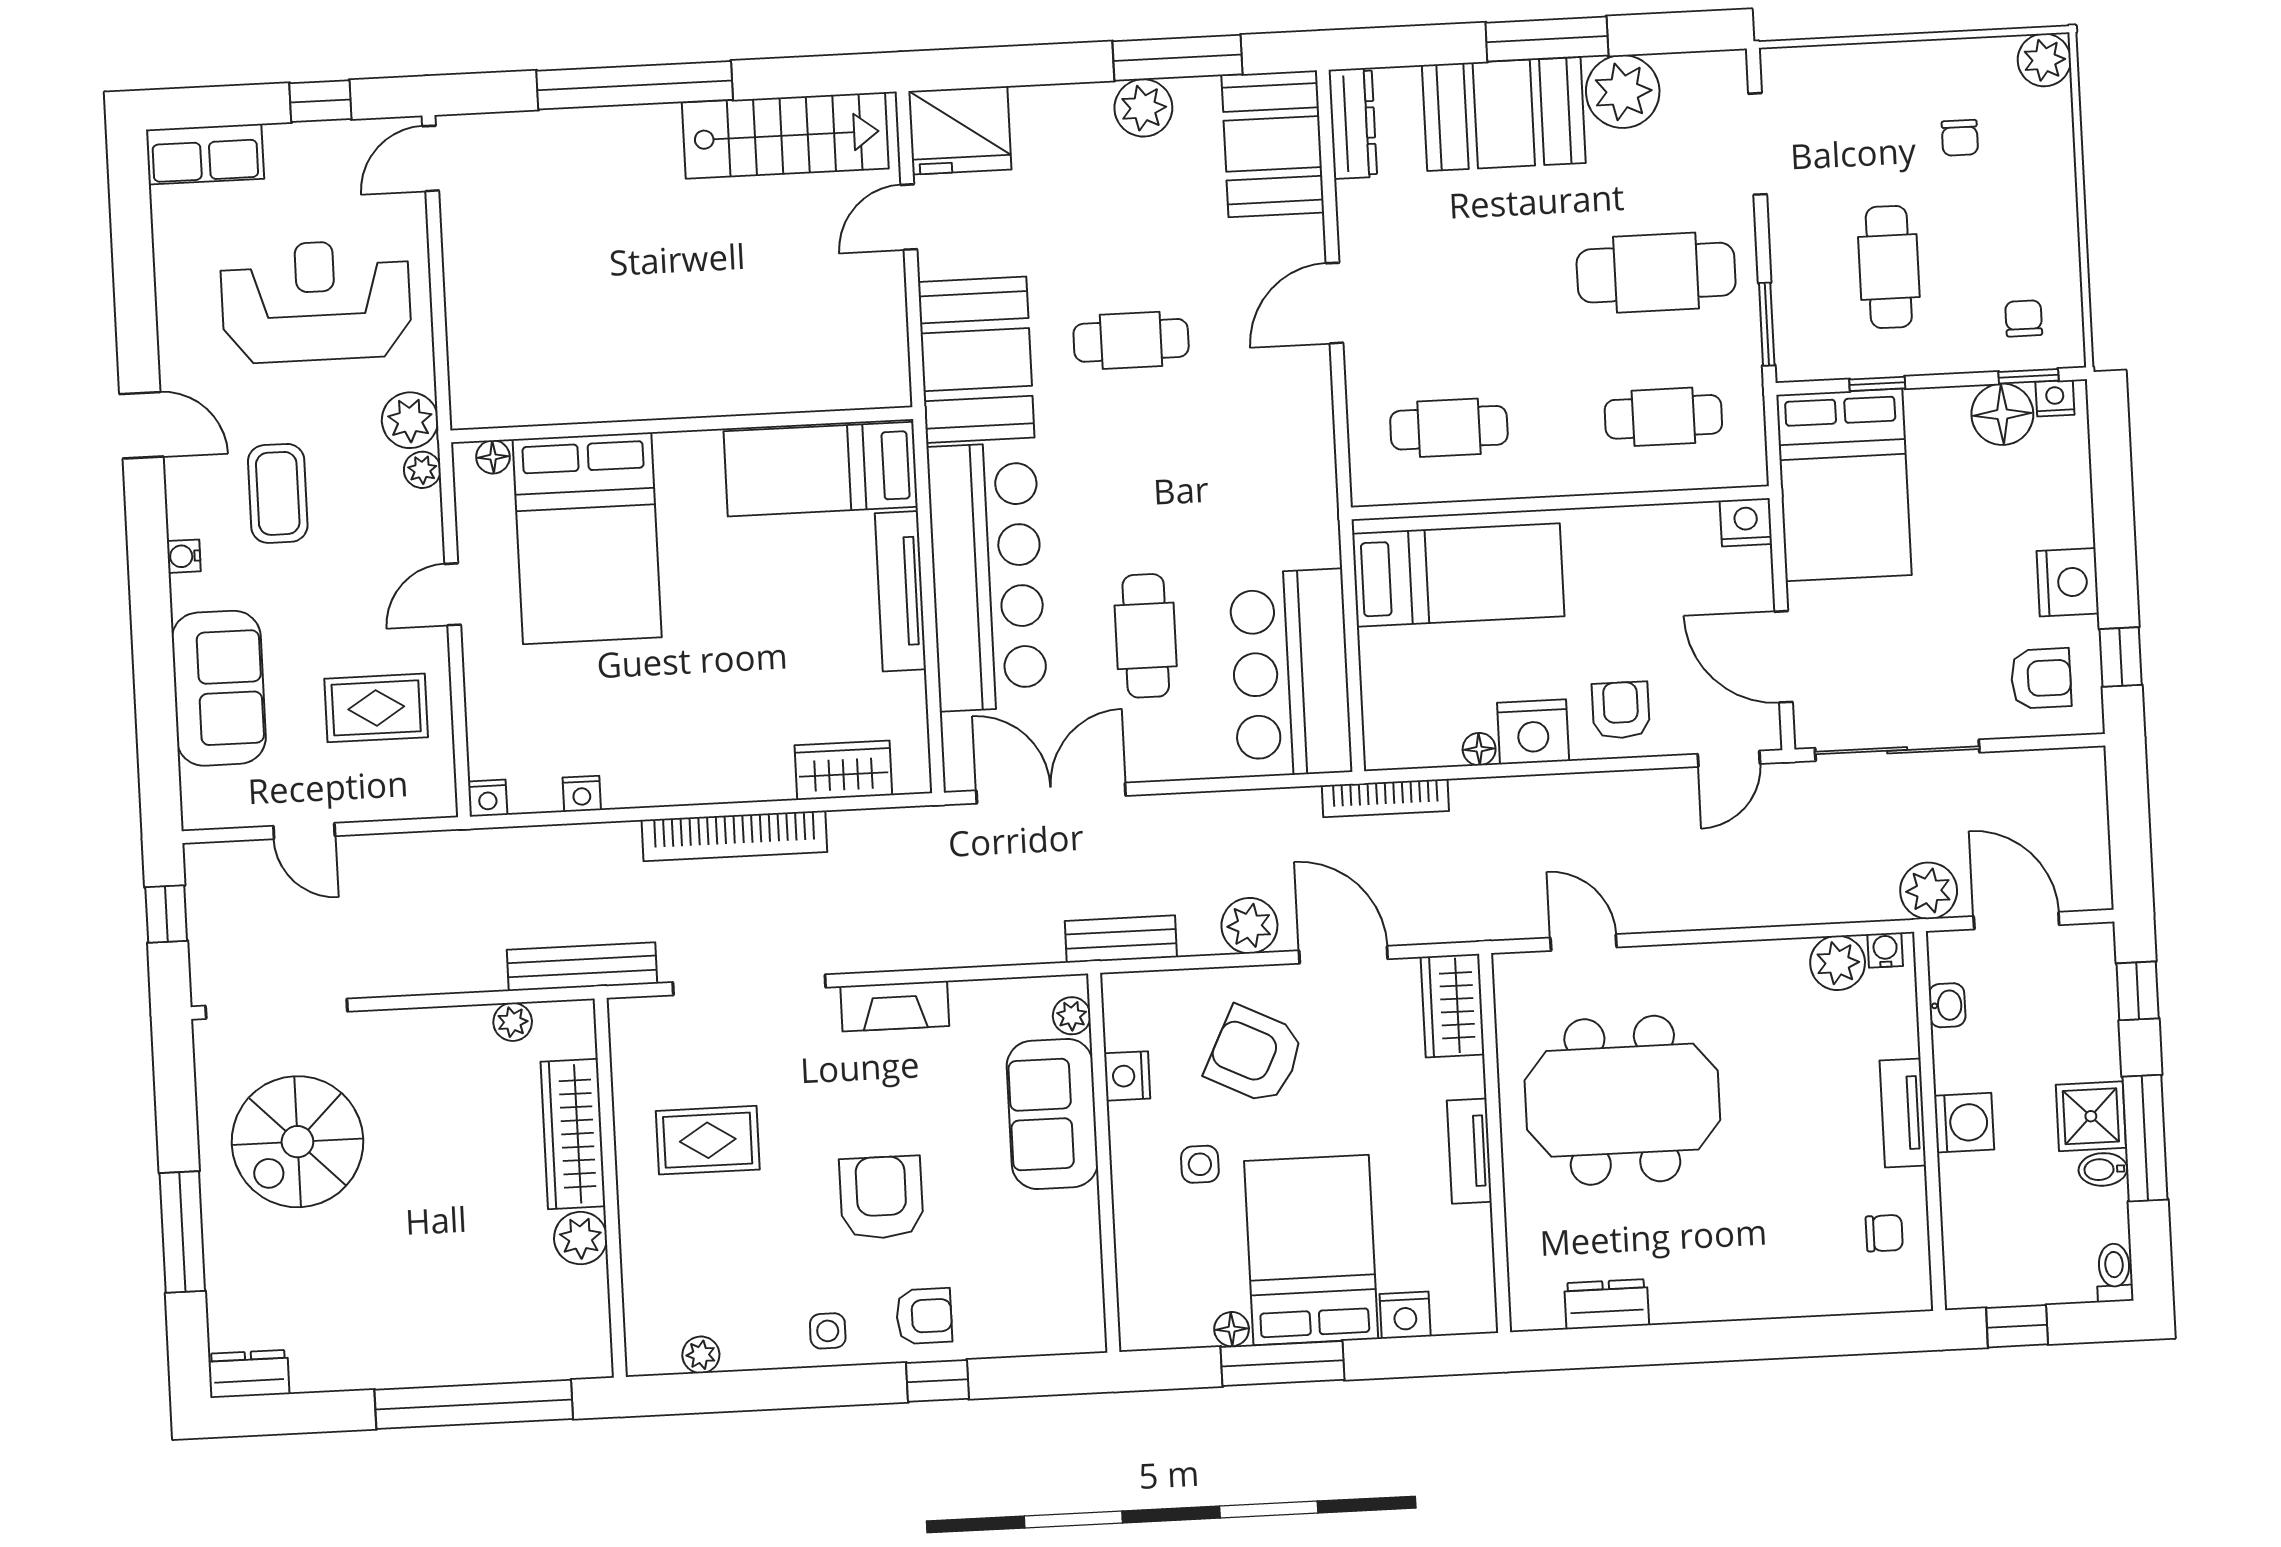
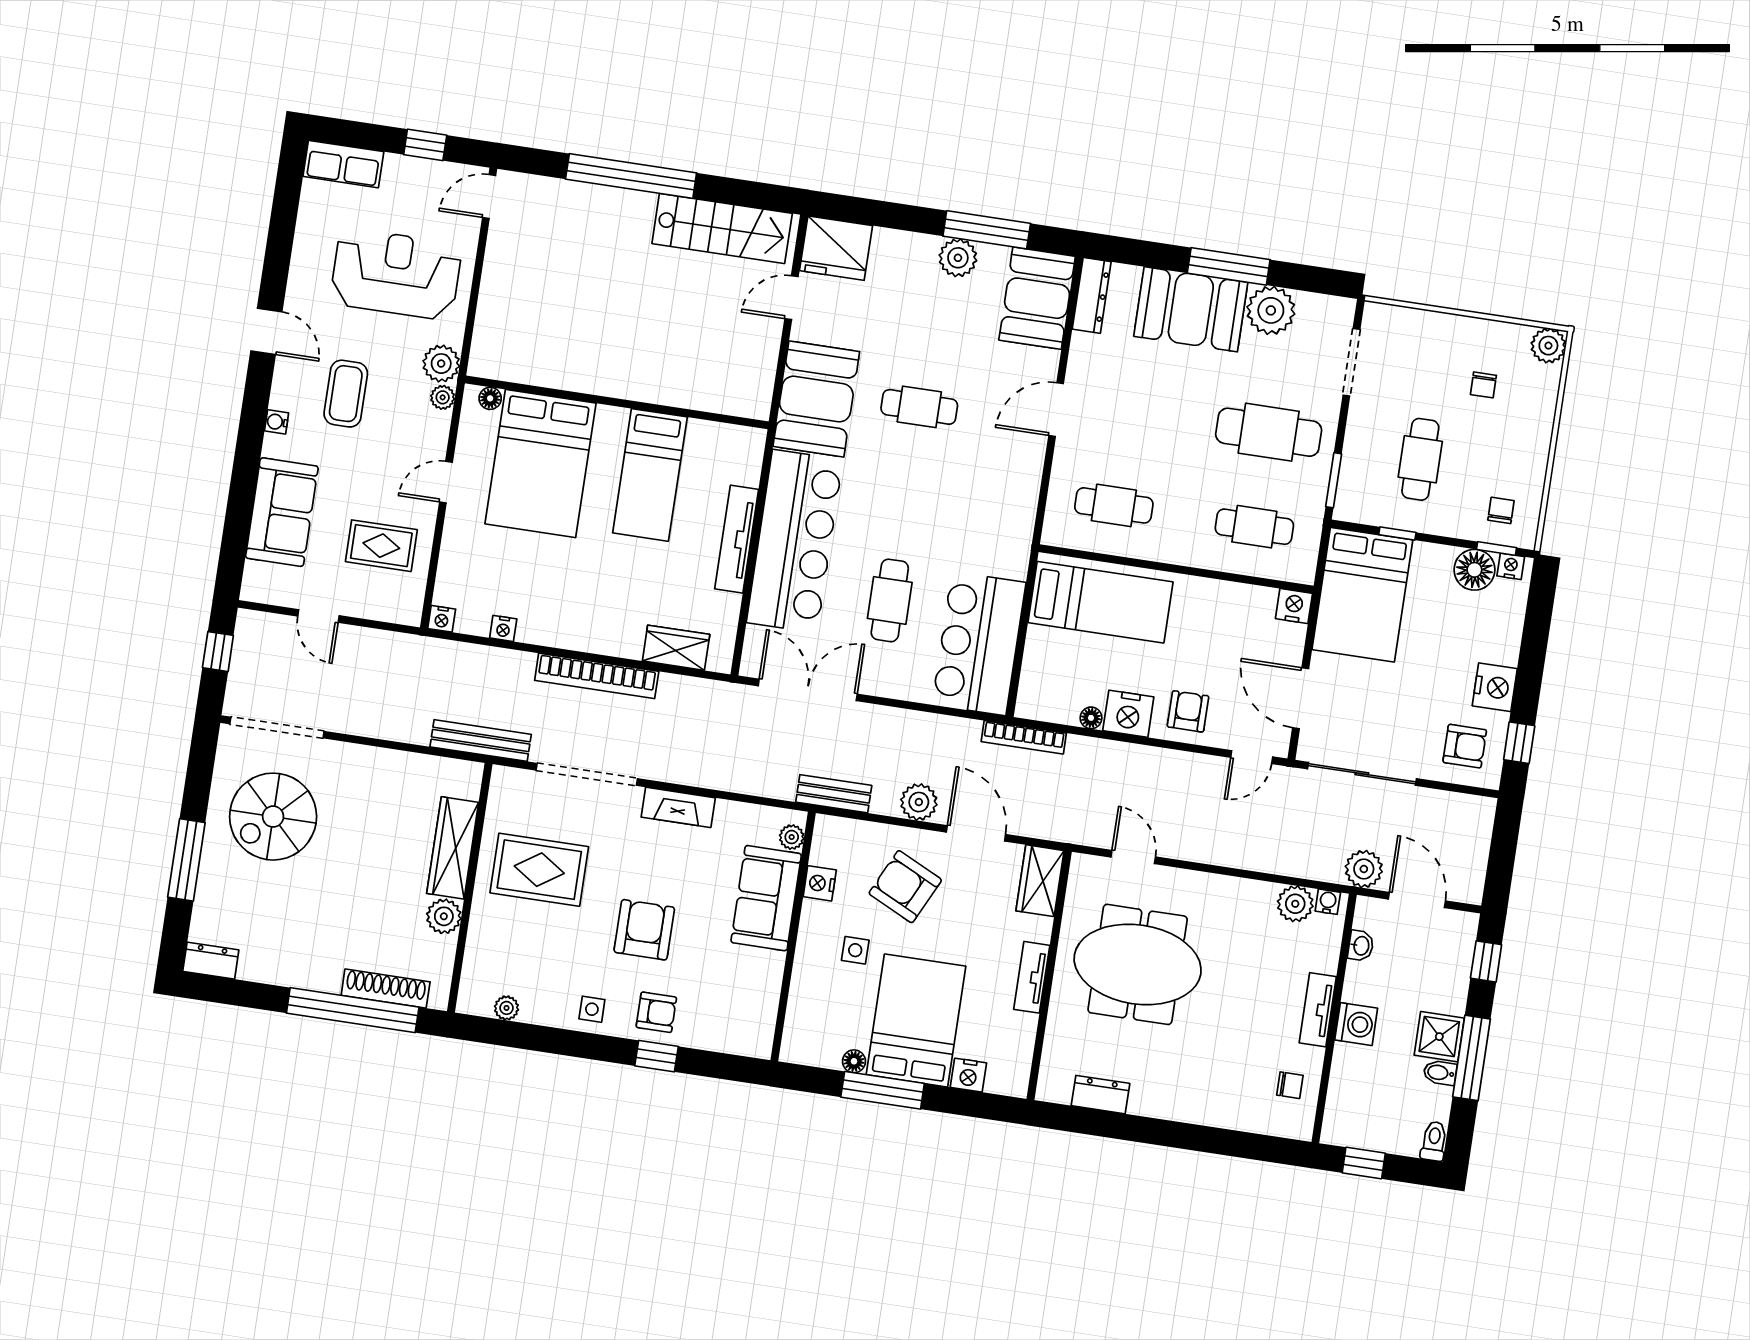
bed: (821, 469) -> (650, 475), moved, turned -90
plant: (513, 1022) -> (428, 767), removed
rug: (708, 1140) -> (539, 870), width x1.36, depth x1.43
shoe rack: (516, 1363) -> (386, 989), added

